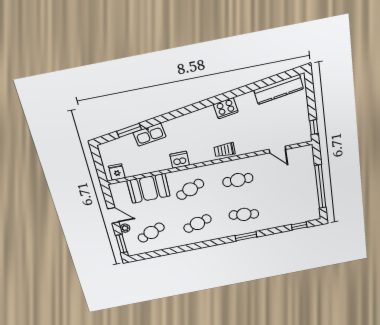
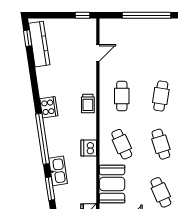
window: (283, 76) -> (28, 38), added
cooker: (226, 108) -> (49, 107), moved
window: (180, 113) -> (43, 139), added

